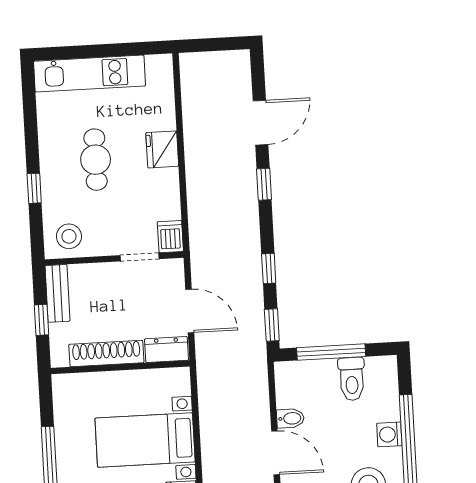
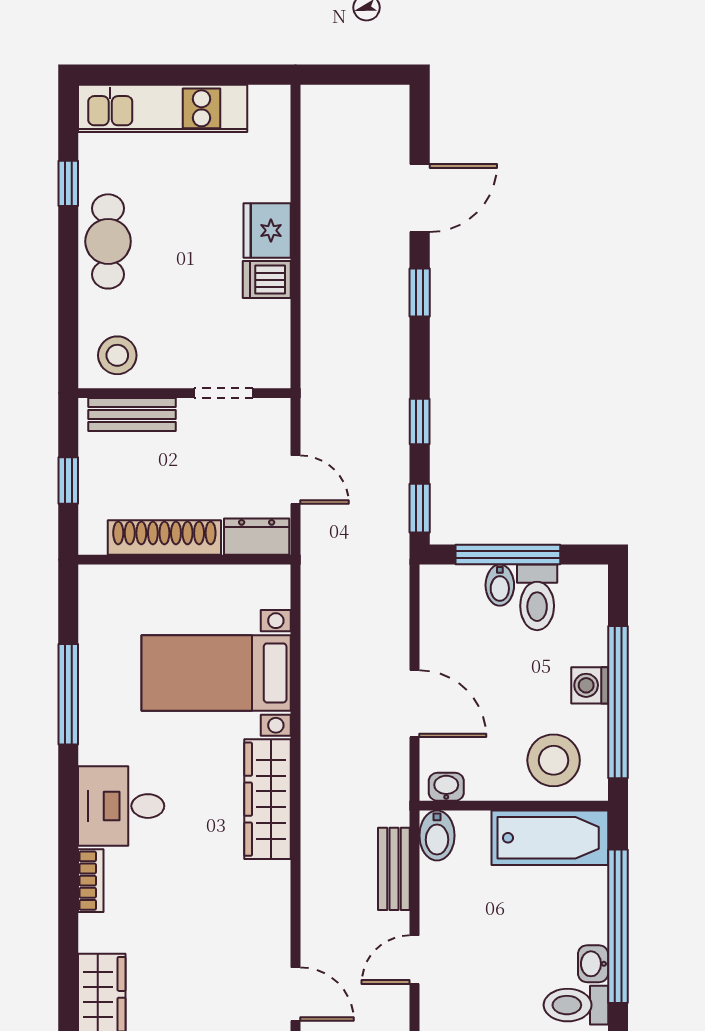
cafe table: (96, 160) -> (108, 241), moved
window: (34, 188) -> (68, 183), moved
dishwasher: (170, 237) -> (267, 280), moved, turned -90
bench: (57, 293) -> (132, 415), moved, turned 90
door: (190, 311) -> (296, 480), width x0.73
bidet: (290, 418) -> (500, 585), moved, turned 90

